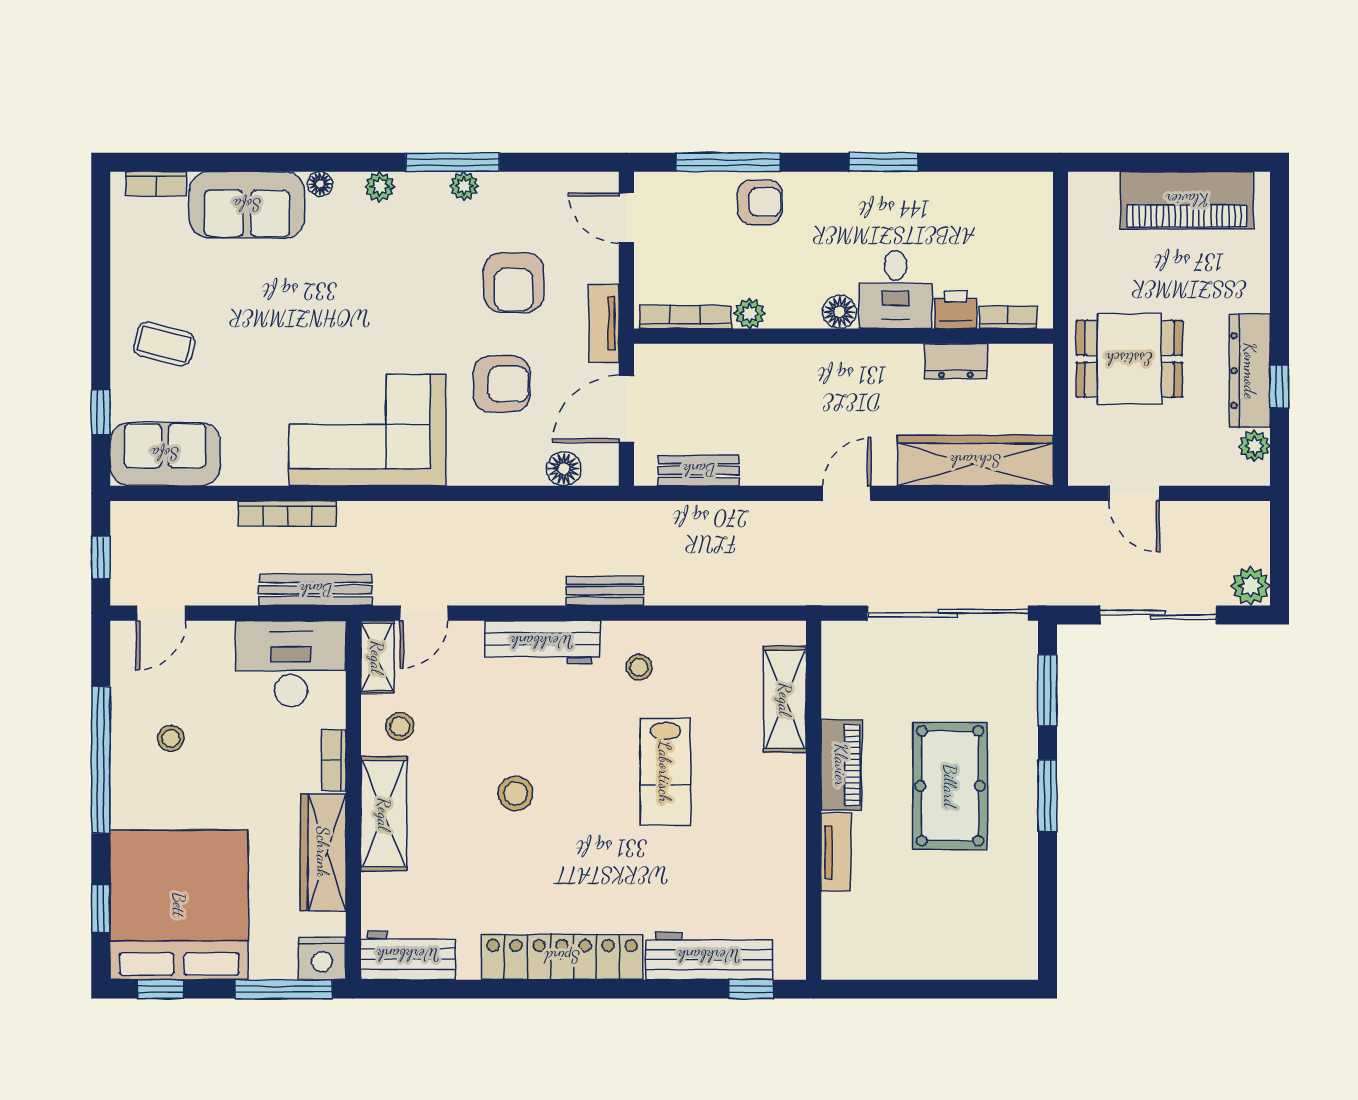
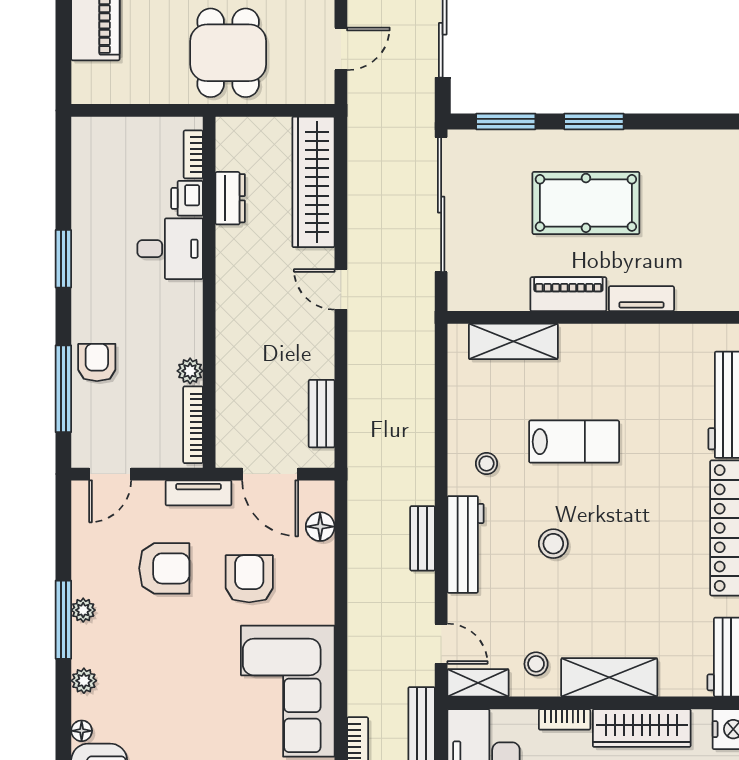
floor lamp: (839, 312) -> (189, 296), removed
bench: (605, 591) -> (423, 538), moved
stool: (516, 793) -> (553, 544), moved

